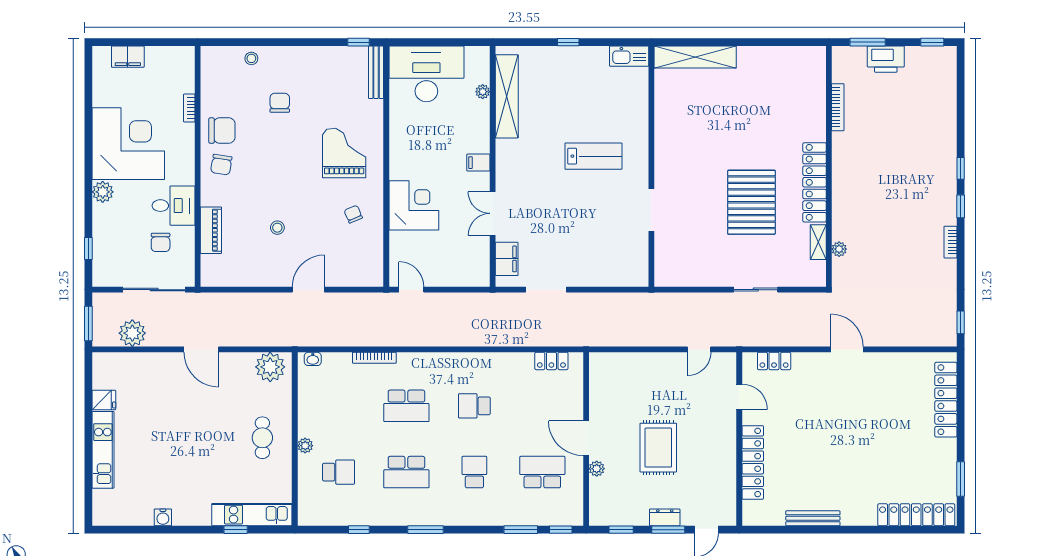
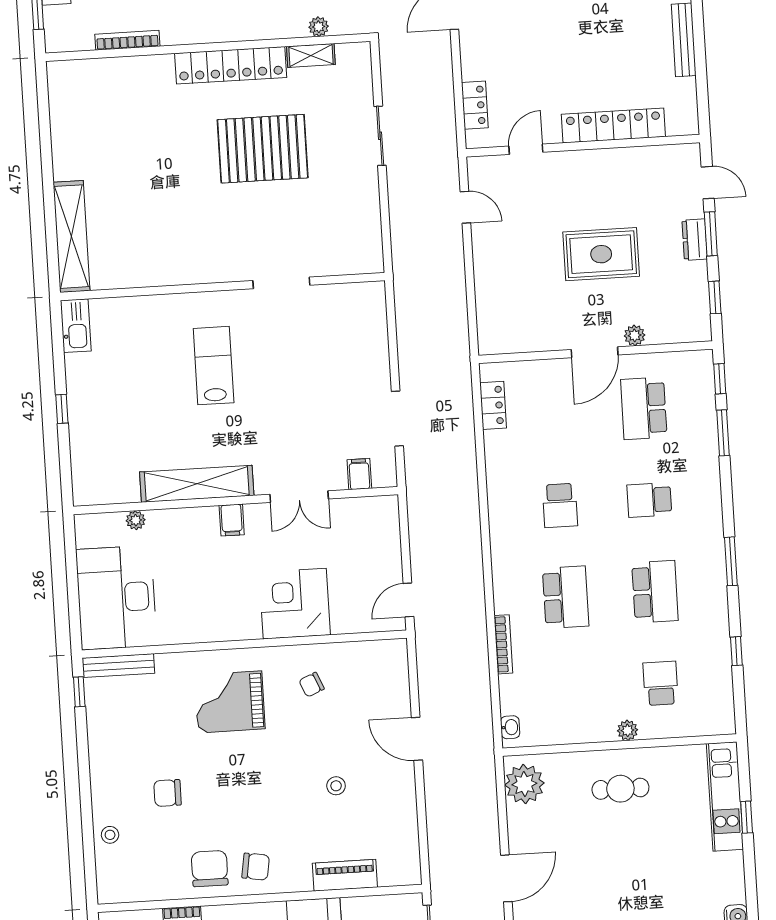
shelving: (507, 96) -> (197, 484), moved
filing cabinet: (507, 259) -> (359, 474), width x0.50

